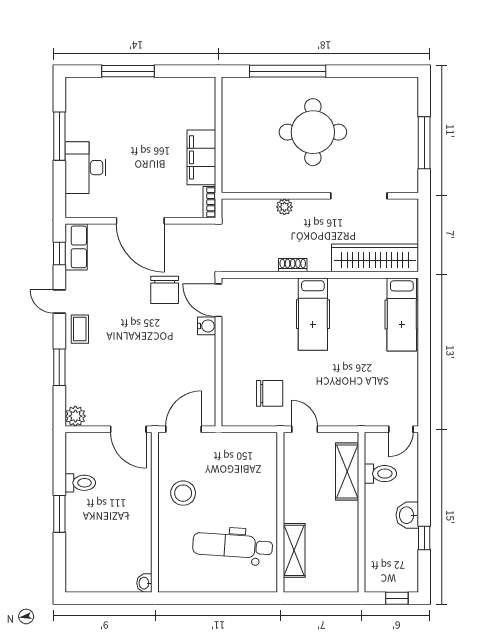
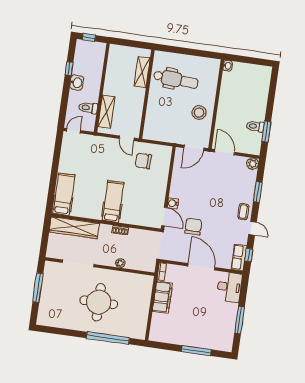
desk: (86, 168) -> (229, 287), moved
window: (59, 514) -> (266, 132), moved

